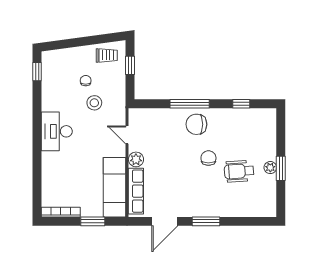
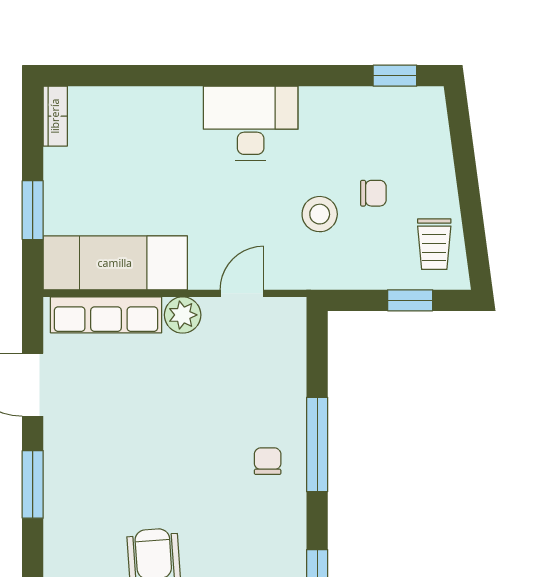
chair: (196, 124) -> (268, 461), width x0.54, depth x0.54
chair: (208, 158) -> (186, 490), removed
bookcase: (61, 212) -> (55, 116), width x0.64

